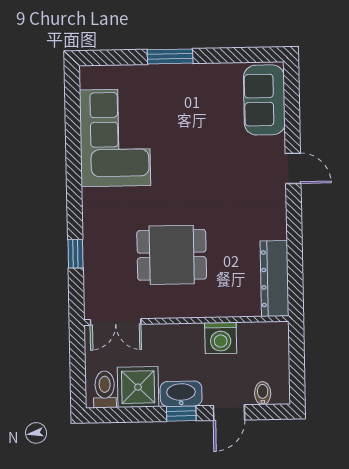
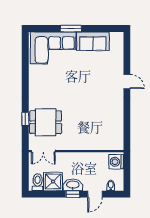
sofa: (264, 100) -> (93, 41), moved, turned -90
corner sofa: (115, 138) -> (53, 48), moved, turned 90
dining table: (172, 255) -> (46, 122), moved
dresser: (274, 279) -> (117, 132), removed
washing machine: (221, 338) -> (116, 162), moved, turned 90

